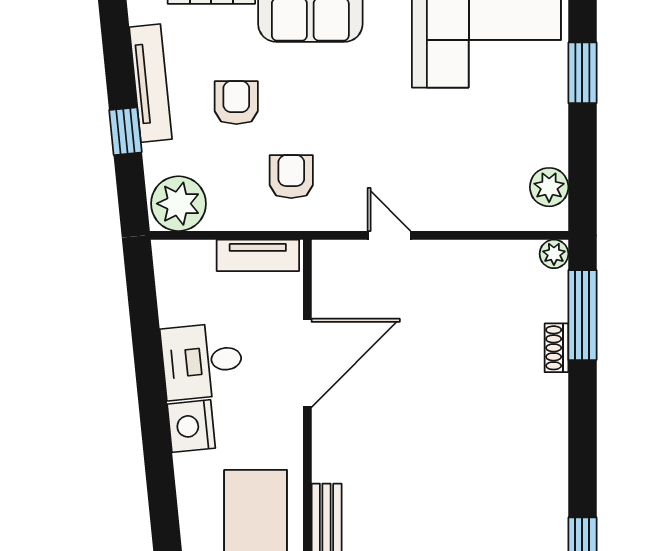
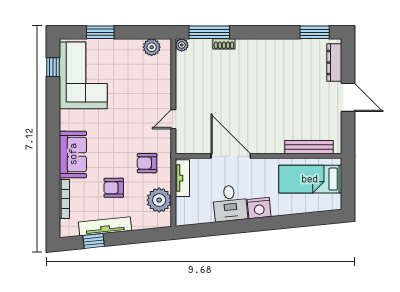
window: (125, 131) -> (94, 241), moved
plant: (179, 204) -> (159, 200), moved

